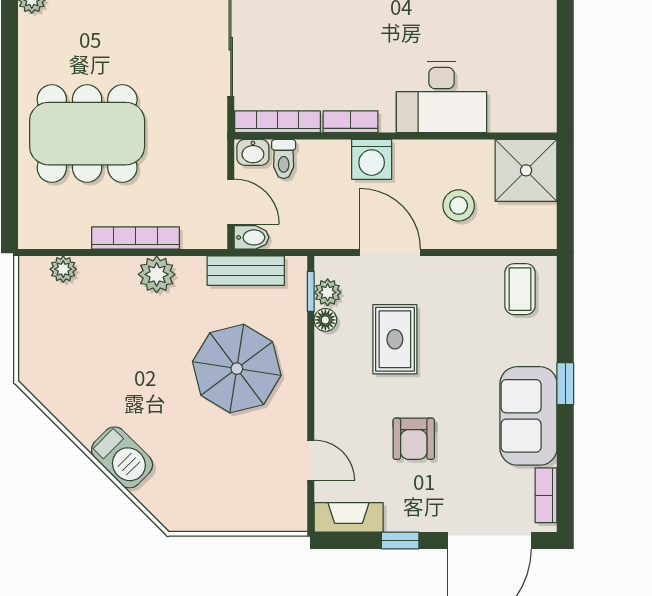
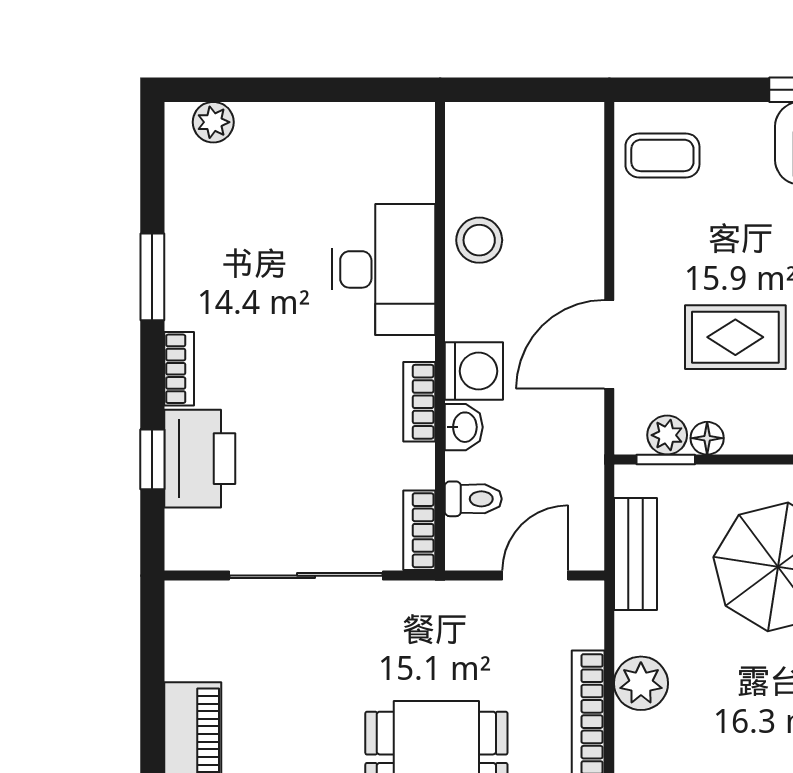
bookcase: (277, 122) -> (419, 530), width x0.64
washbasin: (253, 152) -> (464, 427), moved
shower: (526, 170) -> (490, 147), removed
stool: (459, 205) -> (479, 240), moved
bidet: (251, 237) -> (587, 546), removed

